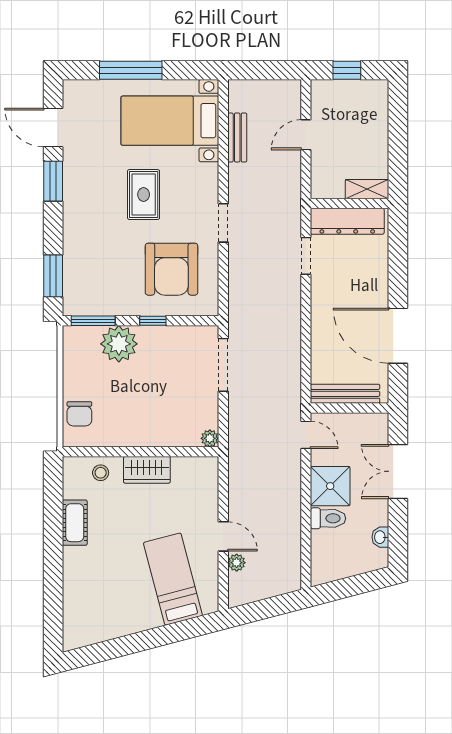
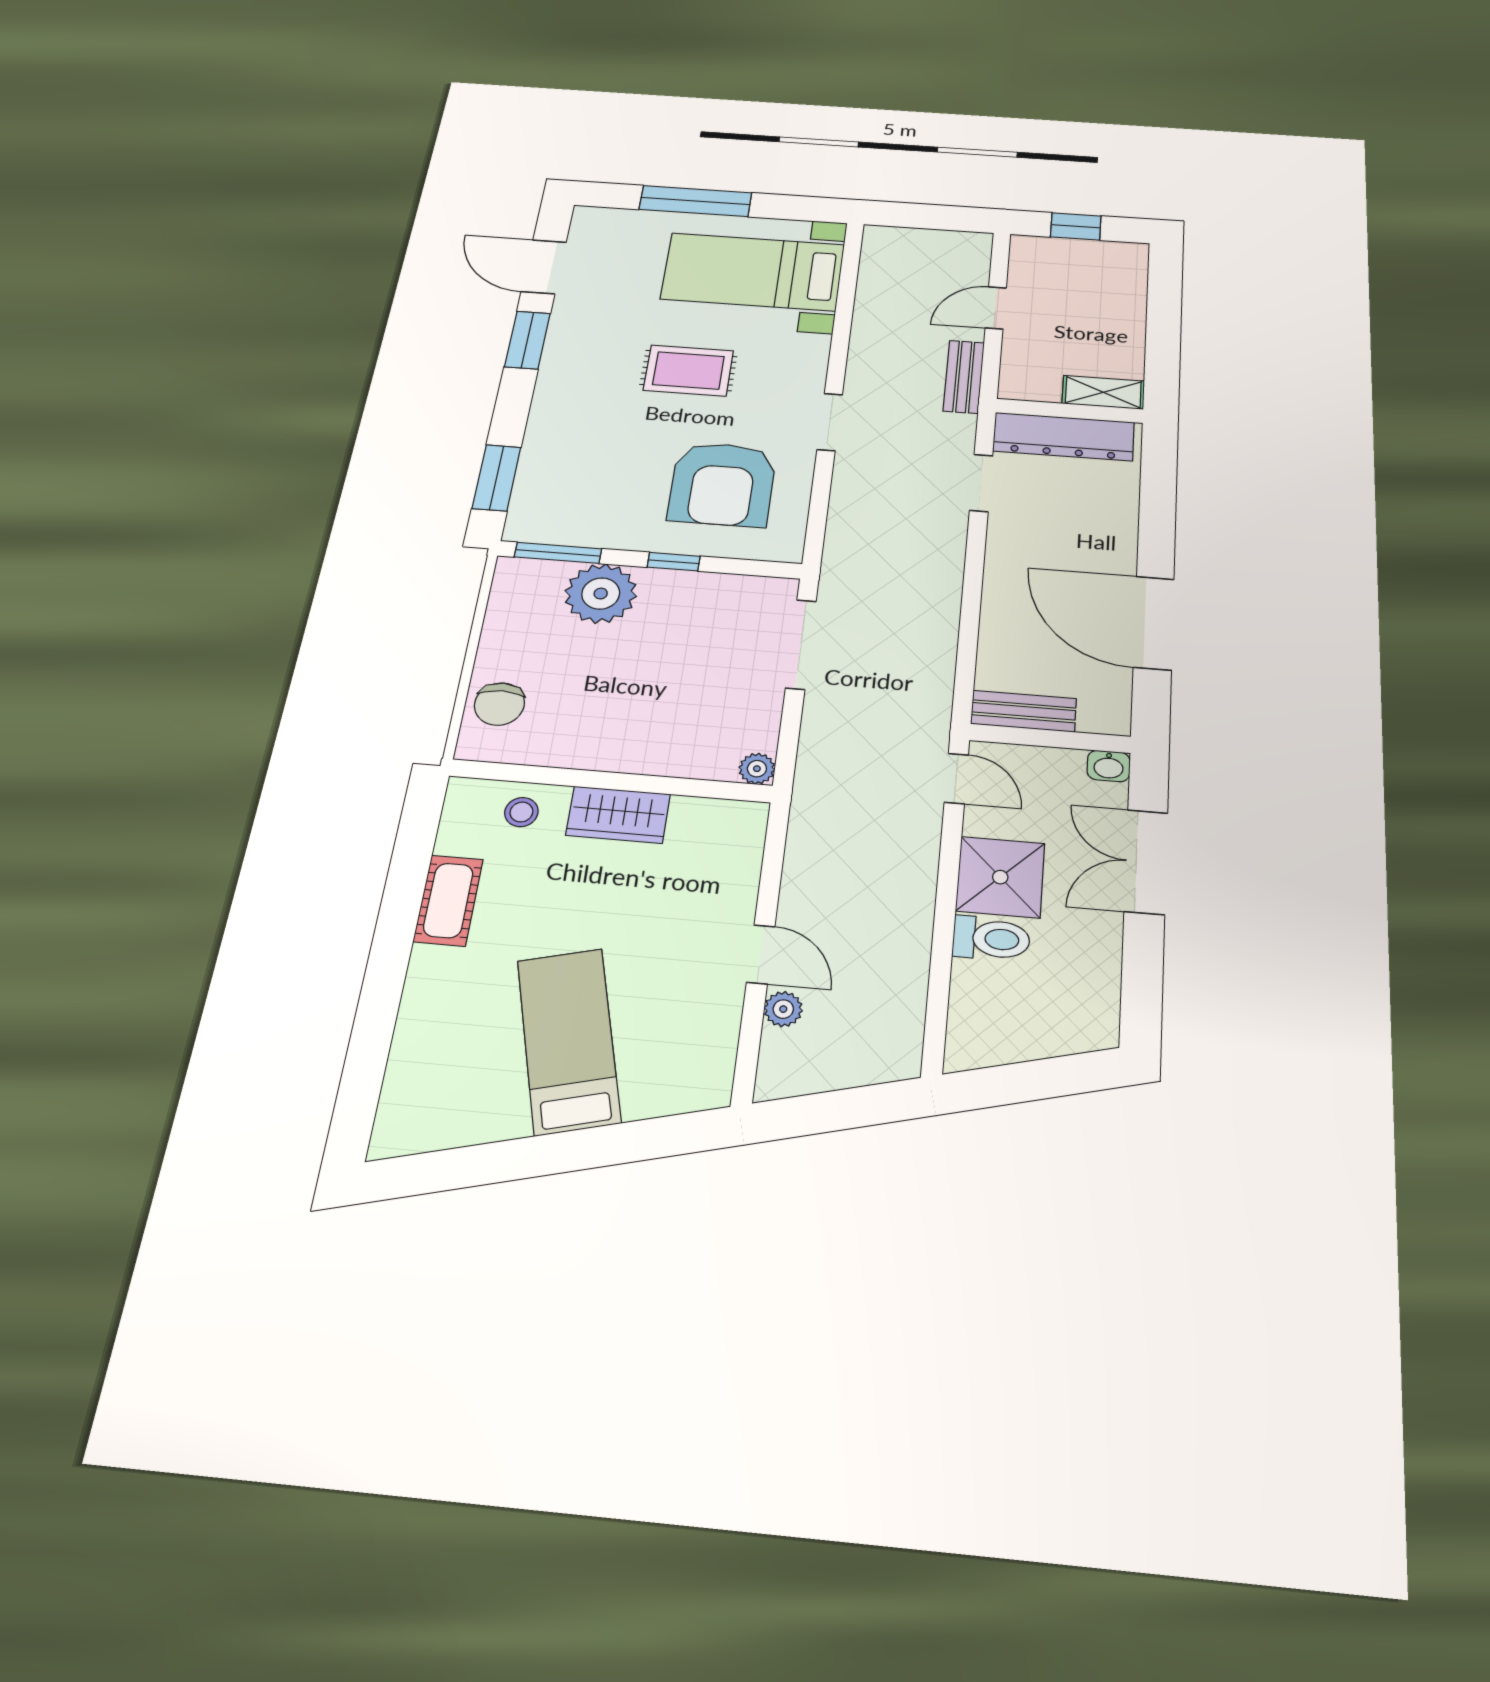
bench: (237, 137) -> (964, 377), moved
rug: (144, 195) -> (688, 370), turned 90
bench: (345, 394) -> (1024, 711), width x0.73
washbasin: (380, 537) -> (1109, 766), moved, turned -90
bed: (173, 579) -> (569, 1041), moved

